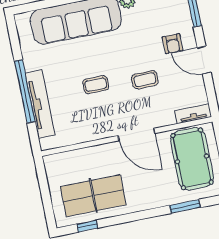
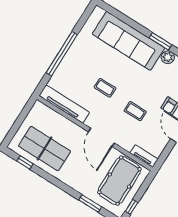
tv unit: (40, 104) -> (64, 104), moved, turned -90

